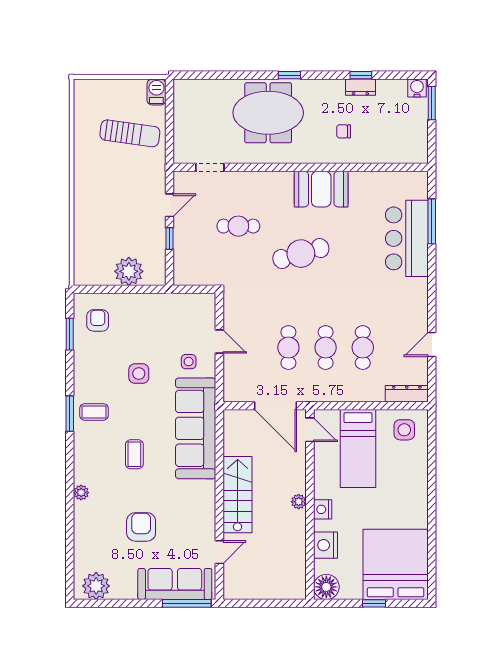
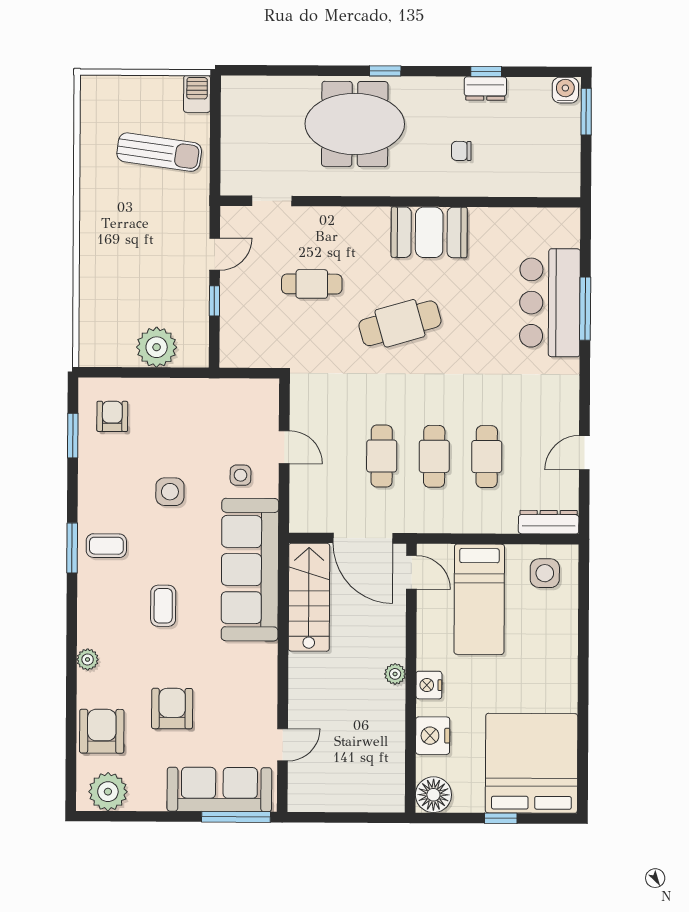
window: (432, 221) -> (585, 309), moved
stairs: (238, 495) -> (309, 597), moved
armchair: (91, 543) -> (102, 731), added

